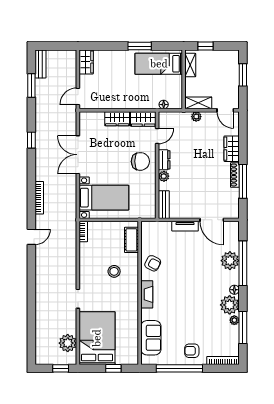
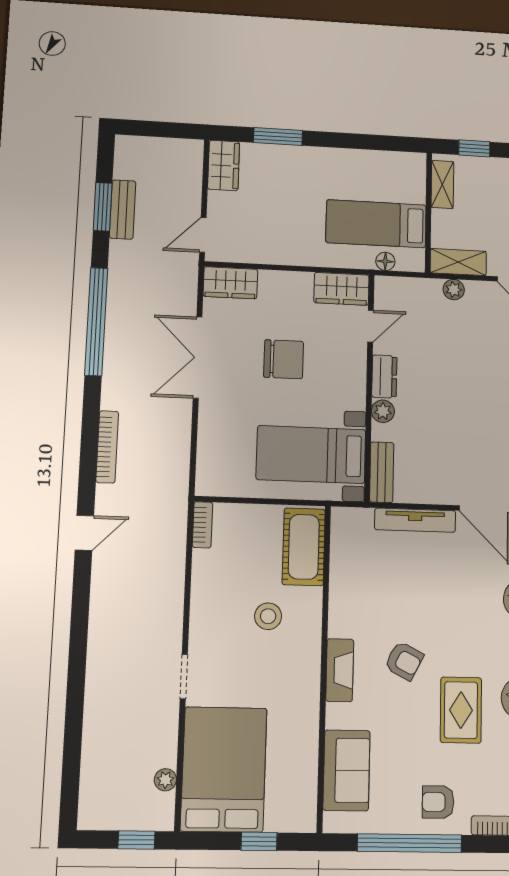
window: (140, 46) -> (278, 136), moved
bench: (40, 64) -> (123, 210), moved
bed: (159, 64) -> (376, 224), moved
wardrobe: (117, 119) -> (230, 283), moved
window: (31, 140) -> (96, 322), width x3.17
chair: (140, 161) -> (284, 359), moved
bed with nightstands: (104, 198) -> (311, 455), moved, turned 180
tv unit: (185, 226) -> (415, 520), width x1.41
cot: (131, 240) -> (304, 547), width x1.37, depth x1.34
armchair: (153, 263) -> (404, 661), moved
rug: (202, 311) -> (461, 710), added
plant: (68, 343) -> (165, 780), width x0.53, depth x0.53

